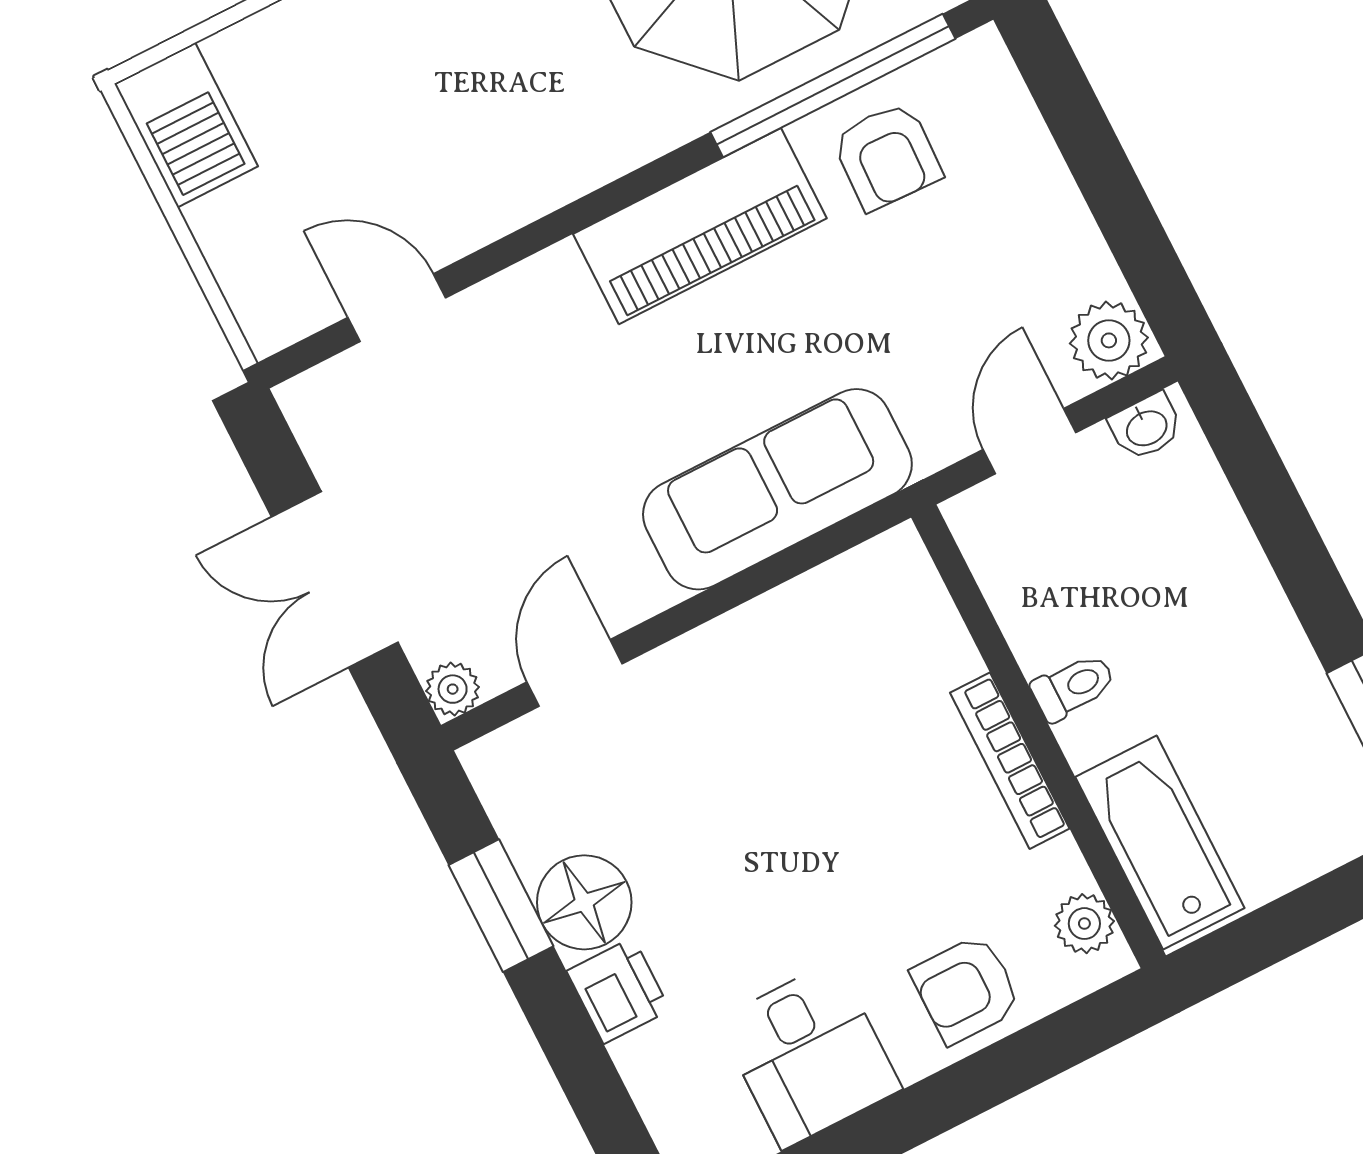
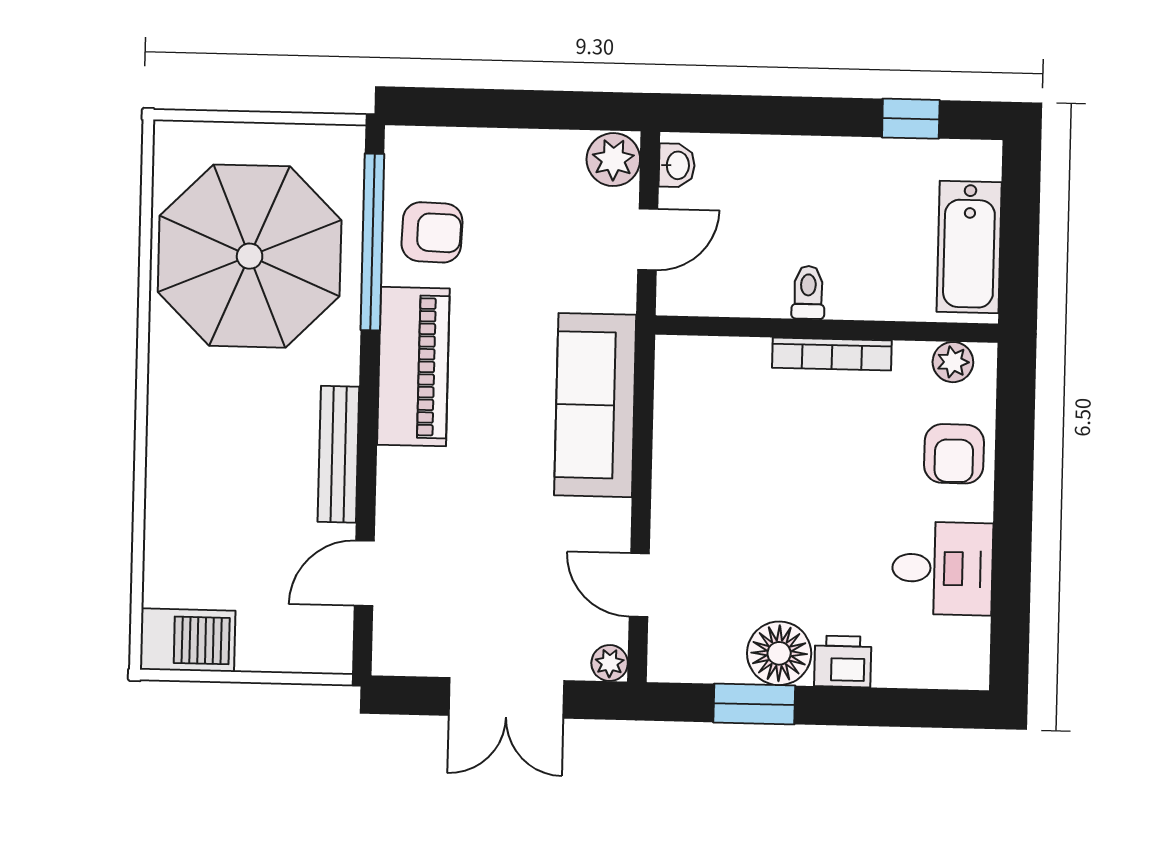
bench: (533, 190) -> (338, 454), added
door: (1030, 441) -> (648, 239), swing flipped
bathtub: (1160, 843) -> (969, 247), moved, turned -90

